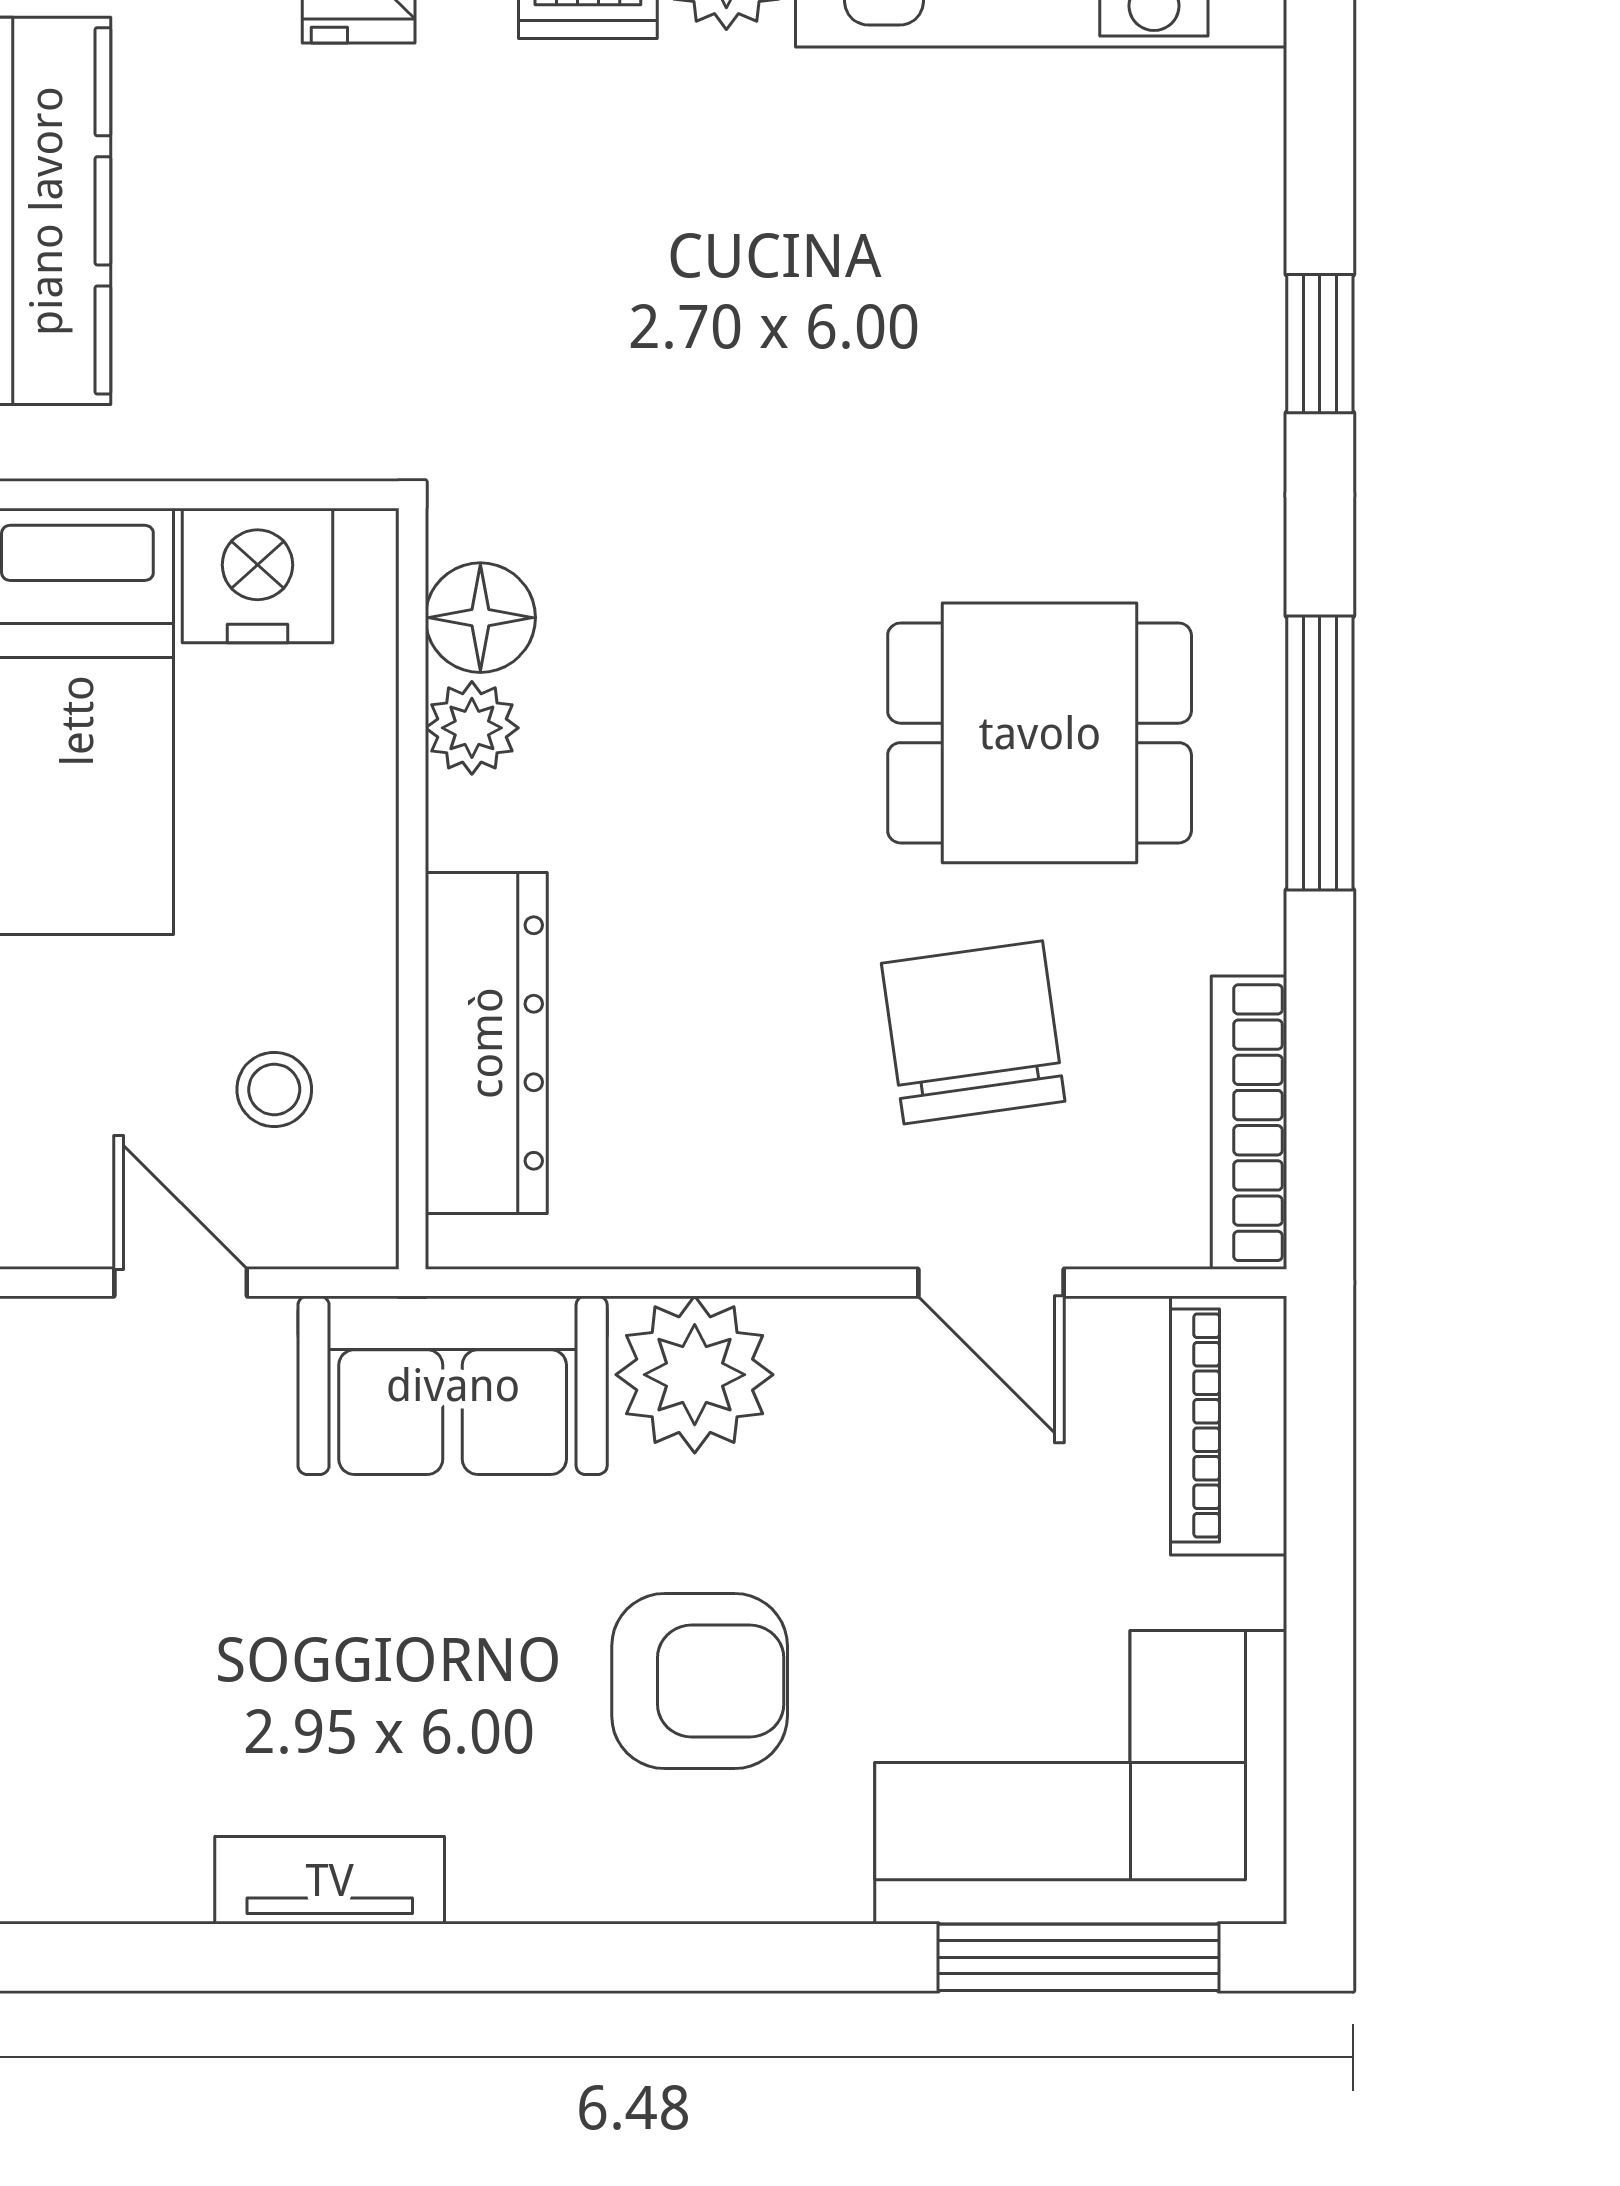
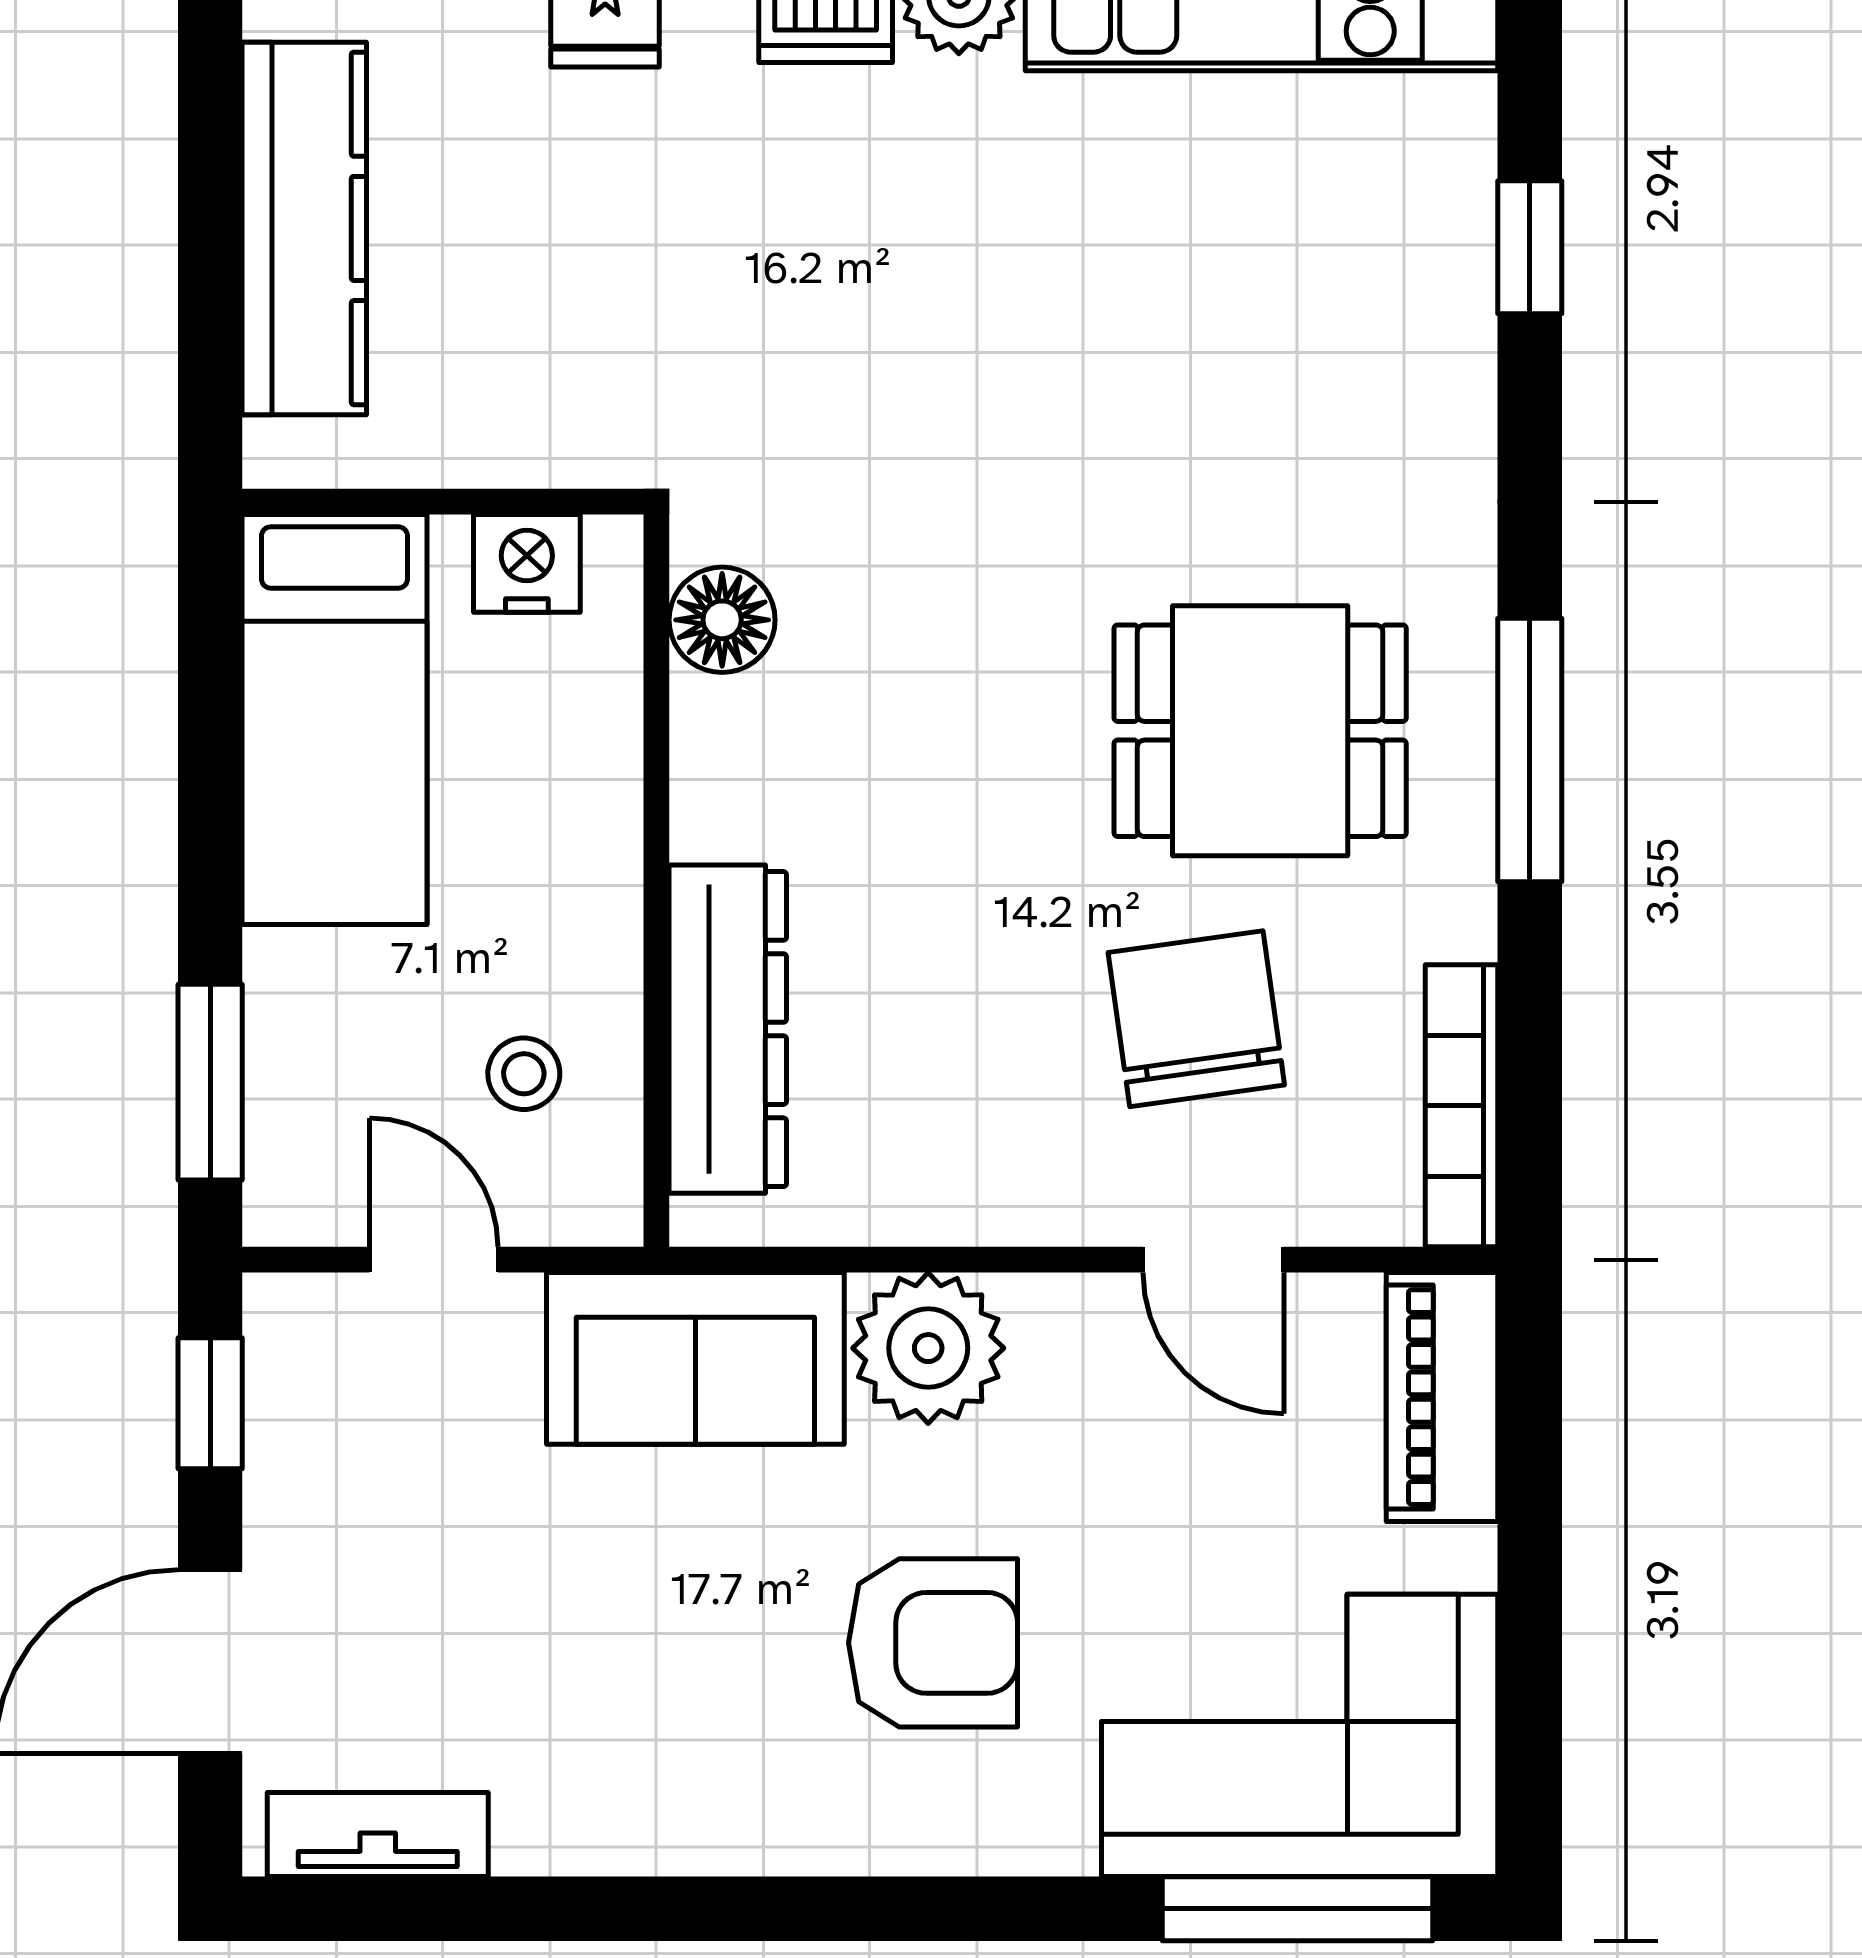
window: (1320, 344) -> (1530, 247), moved
nightstand: (257, 576) -> (527, 563), width x0.74, depth x0.75
plant: (472, 728) -> (714, 726), removed
tv unit: (330, 1880) -> (378, 1835), moved

